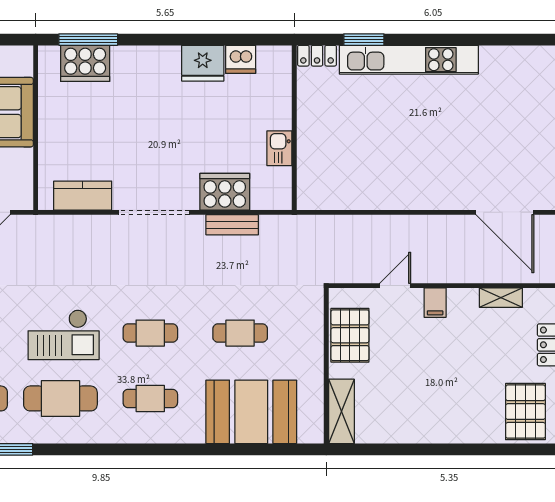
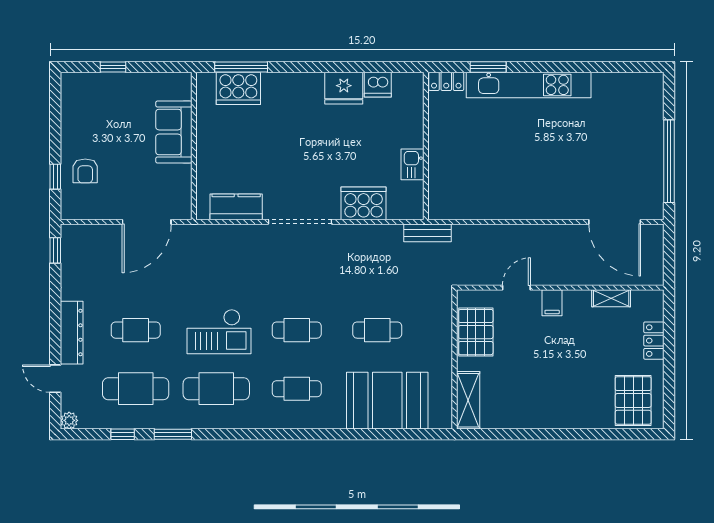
bench: (232, 225) -> (428, 233), moved

